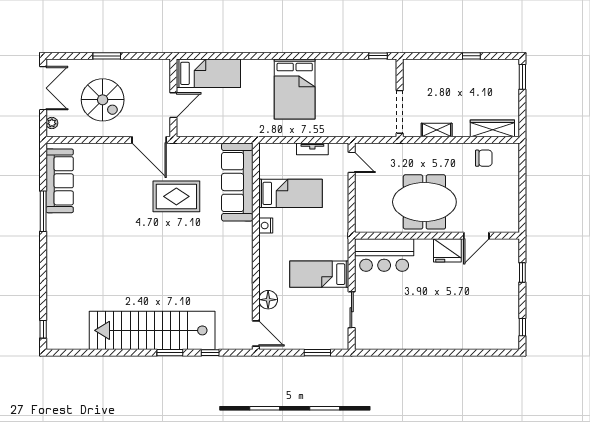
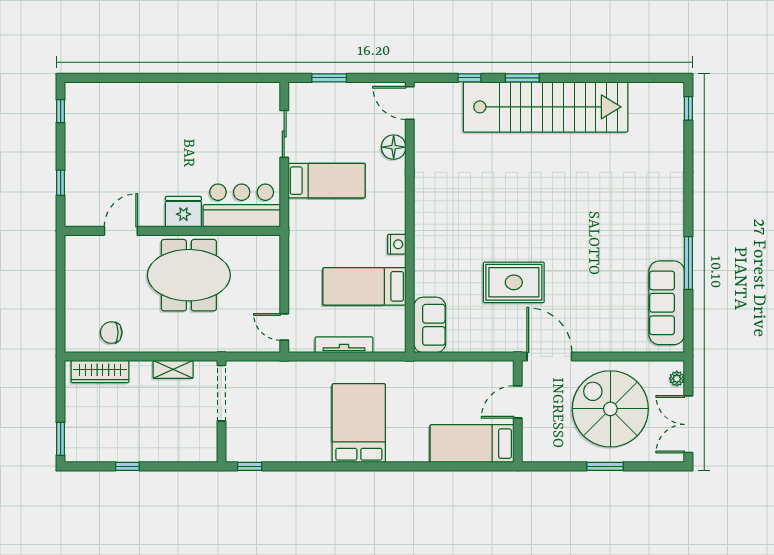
spiral stairs: (103, 100) -> (610, 409), width x1.37, depth x1.37
tv unit: (312, 149) -> (344, 345), width x1.41
sofa: (237, 182) -> (430, 325), width x0.54, depth x0.79
fridge: (447, 250) -> (183, 212), moved

